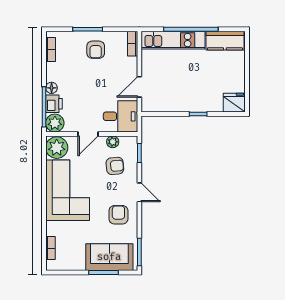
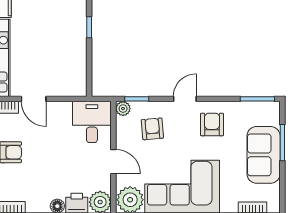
door: (139, 87) -> (34, 99), moved
plant: (113, 142) -> (123, 109), moved
armchair: (118, 215) -> (212, 124), turned 90
sofa: (109, 257) -> (264, 155), moved

